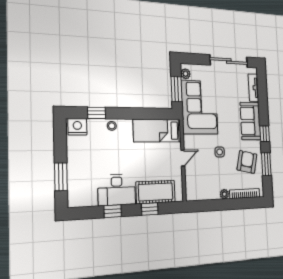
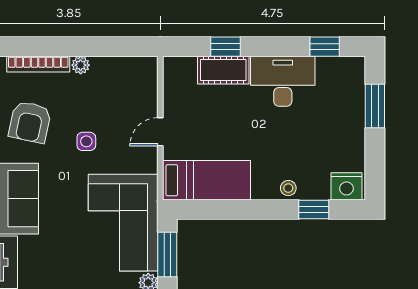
cot: (156, 192) -> (223, 70), width x0.73, depth x0.75
window: (113, 211) -> (325, 47), moved

